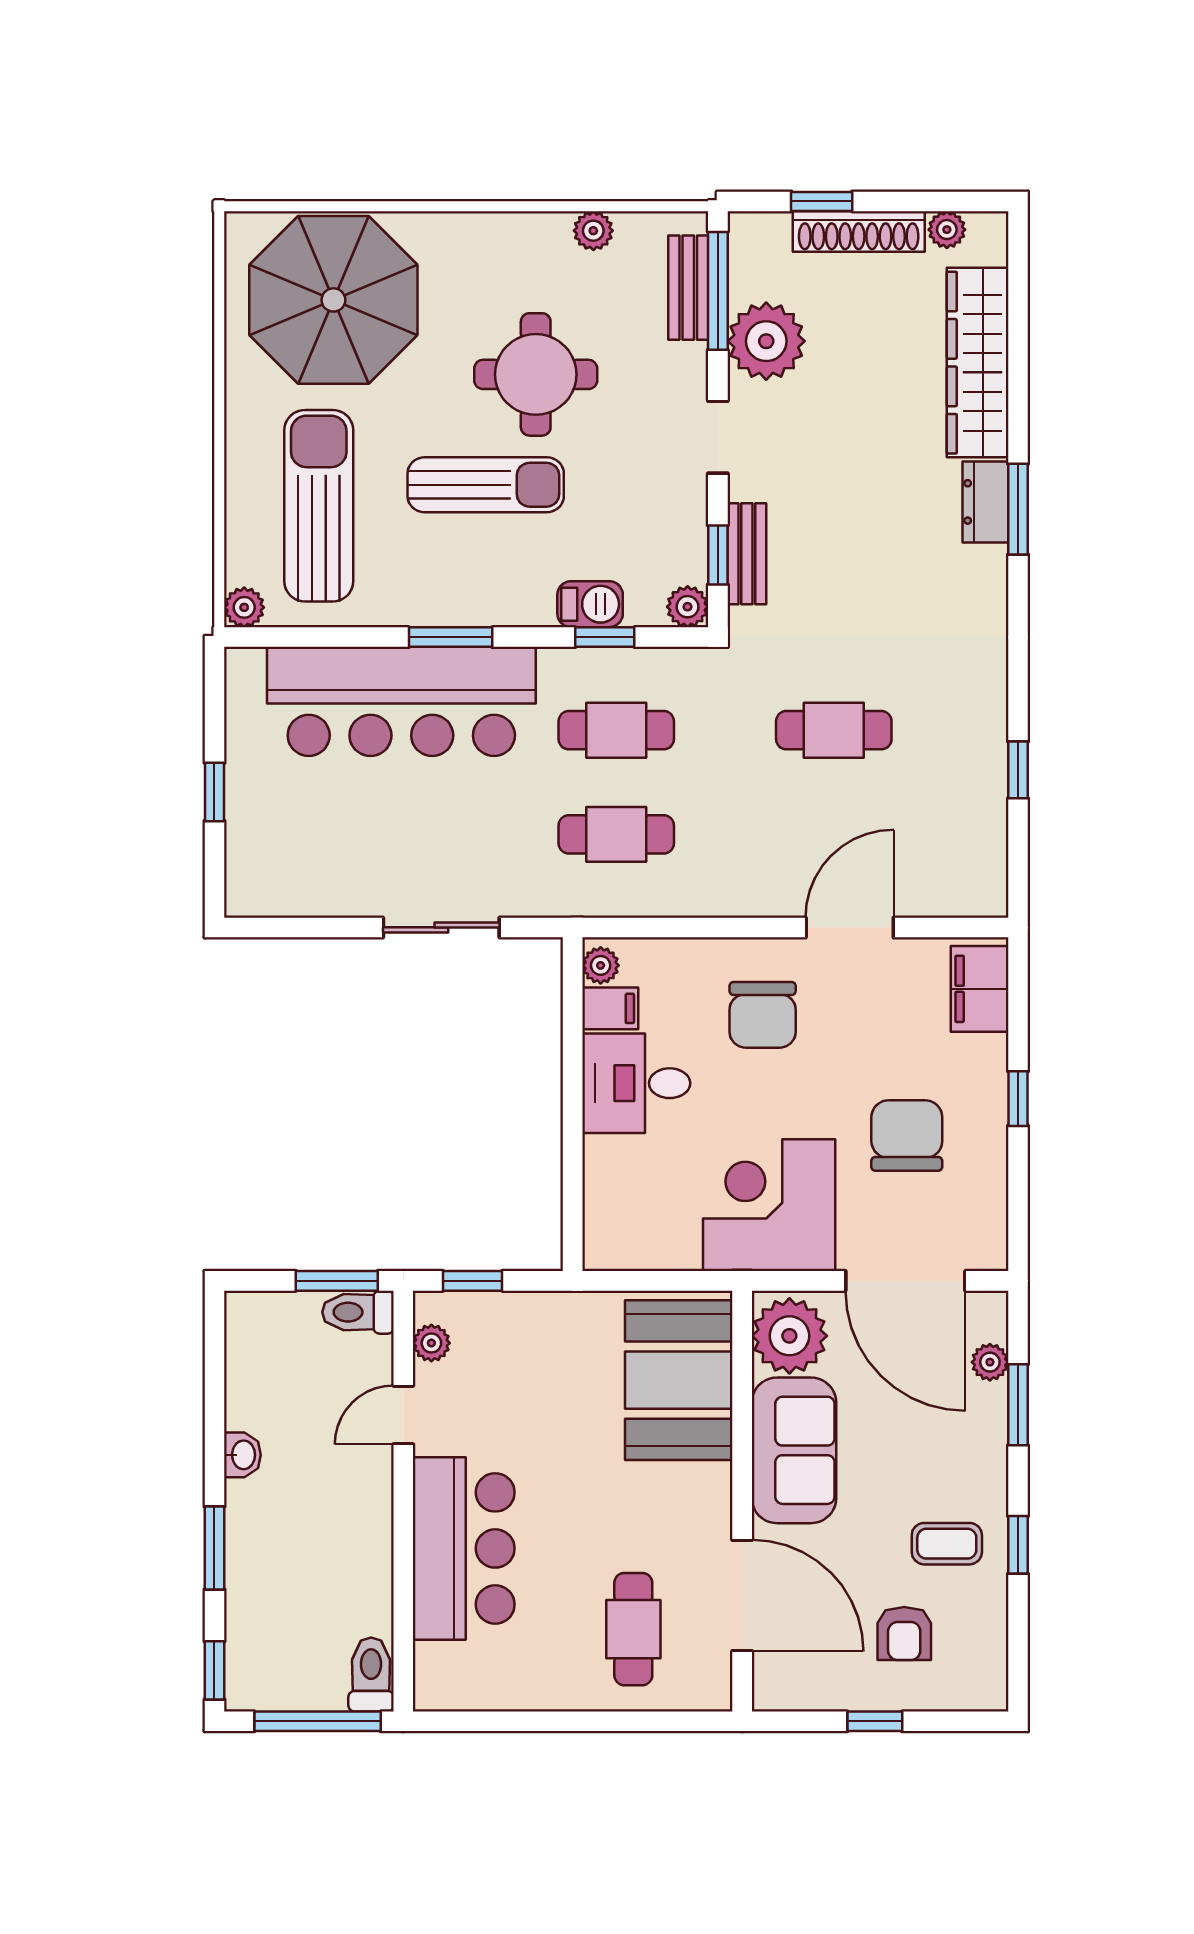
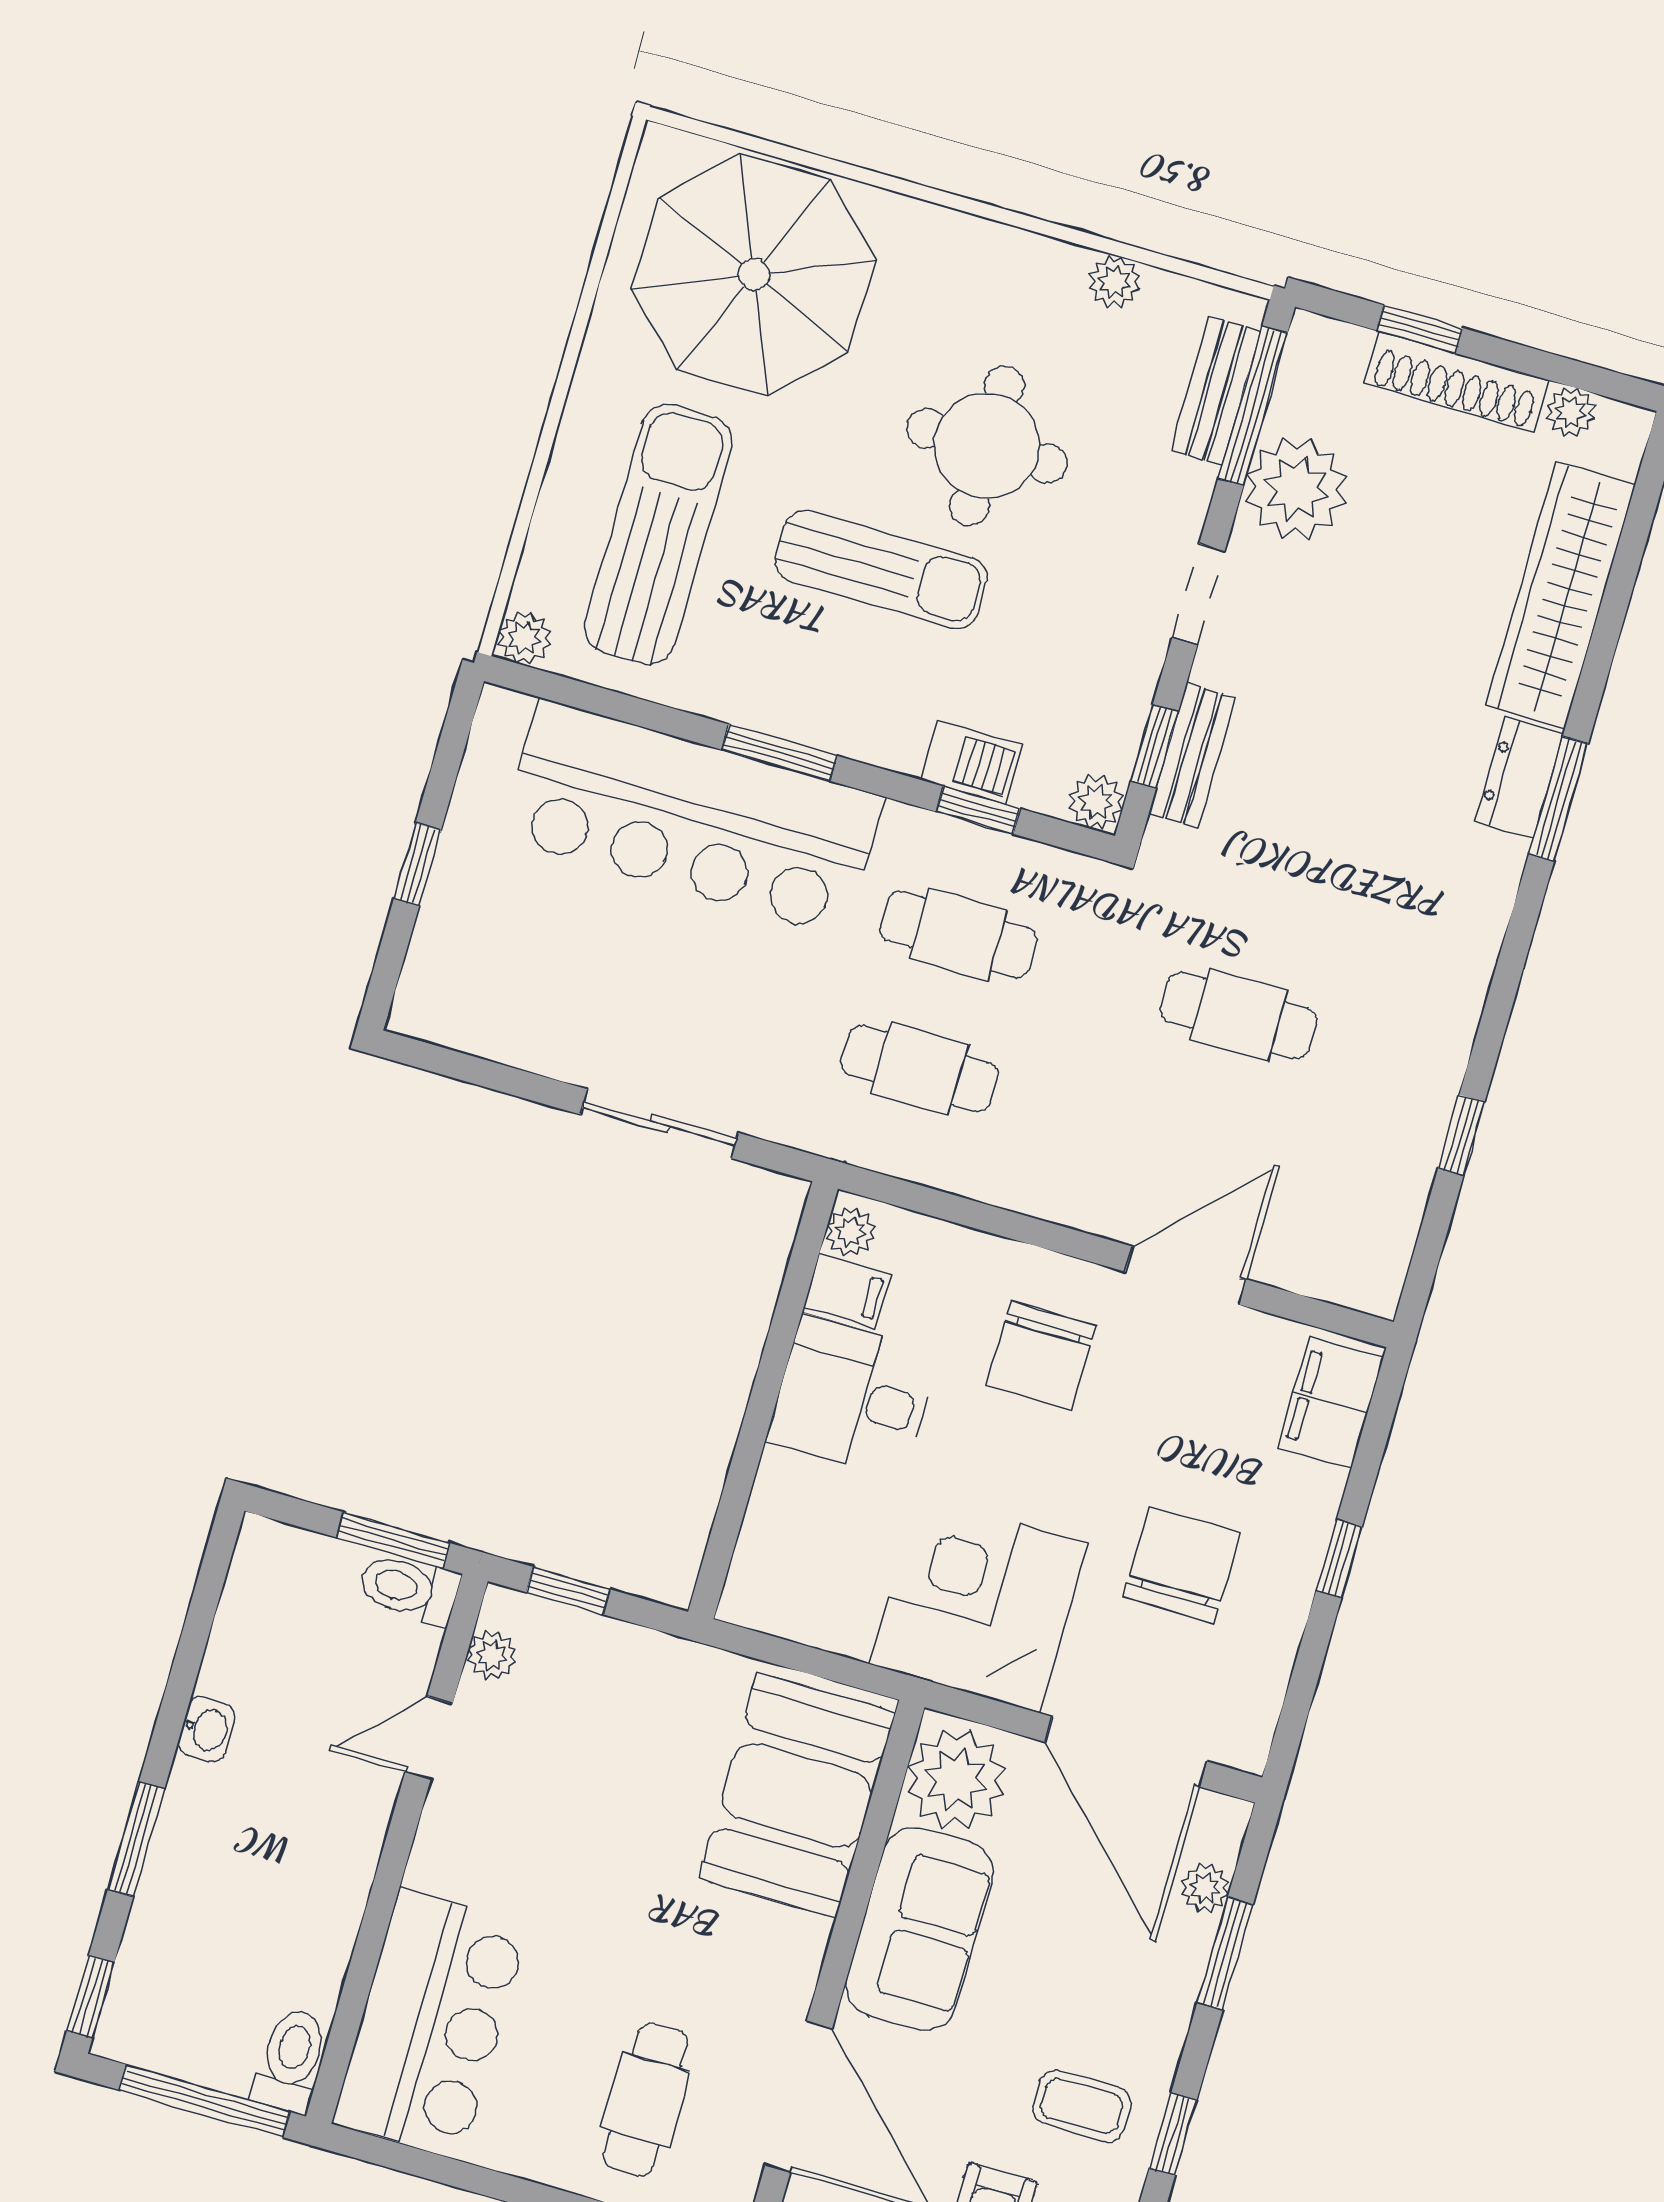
bar counter: (464, 1548) -> (431, 2023), moved

